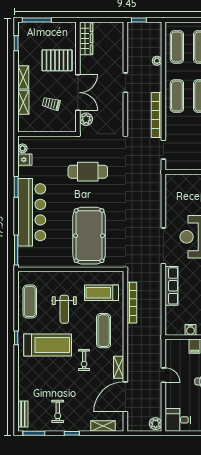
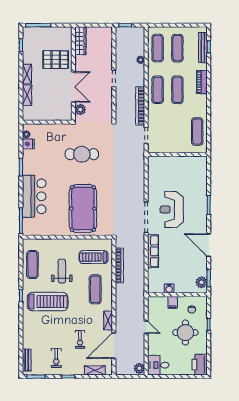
trolley: (51, 104) -> (51, 96), removed
bar counter: (32, 212) -> (34, 196), width x0.73
weight bench: (64, 309) -> (62, 271), turned 180
exercise bike: (84, 360) -> (80, 339), moved

